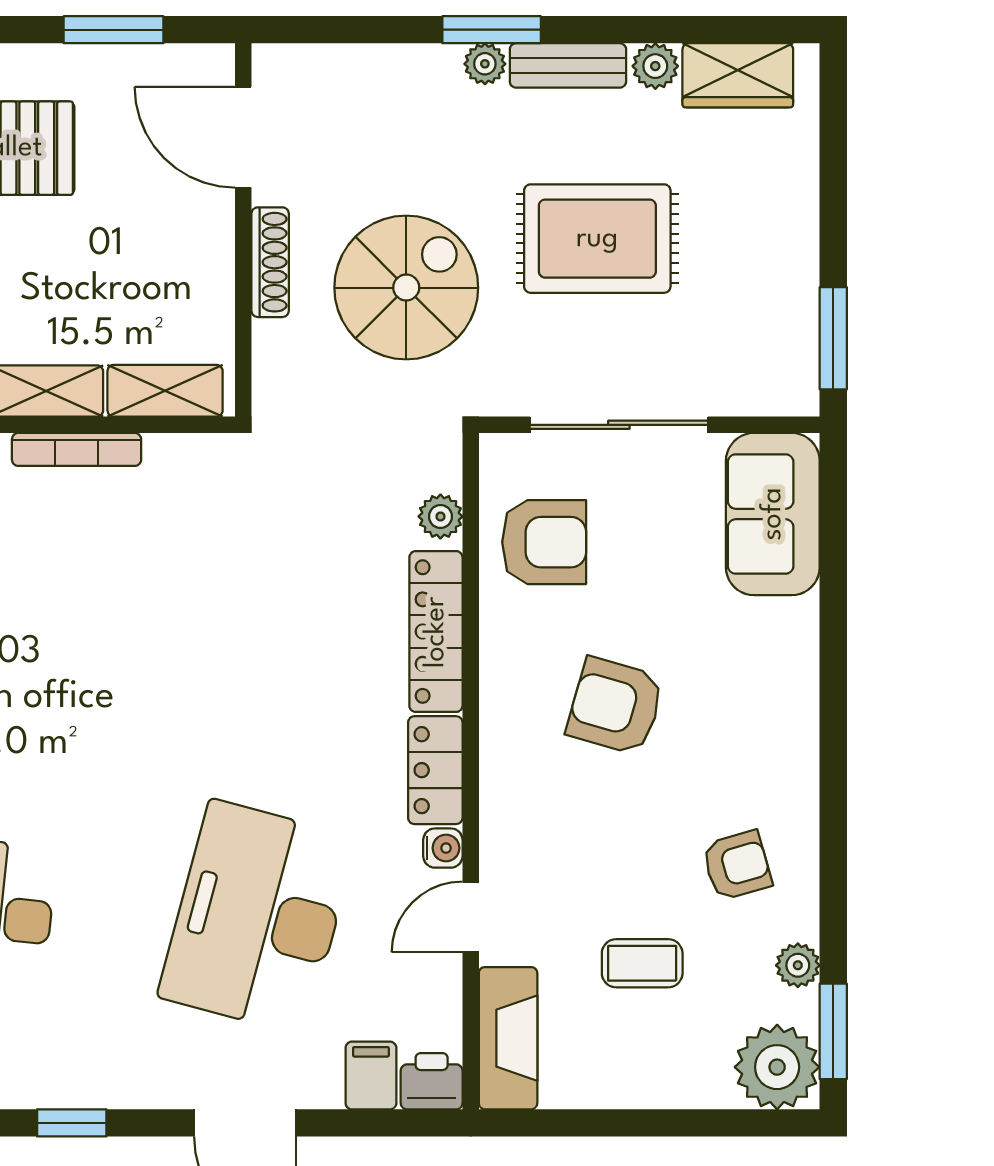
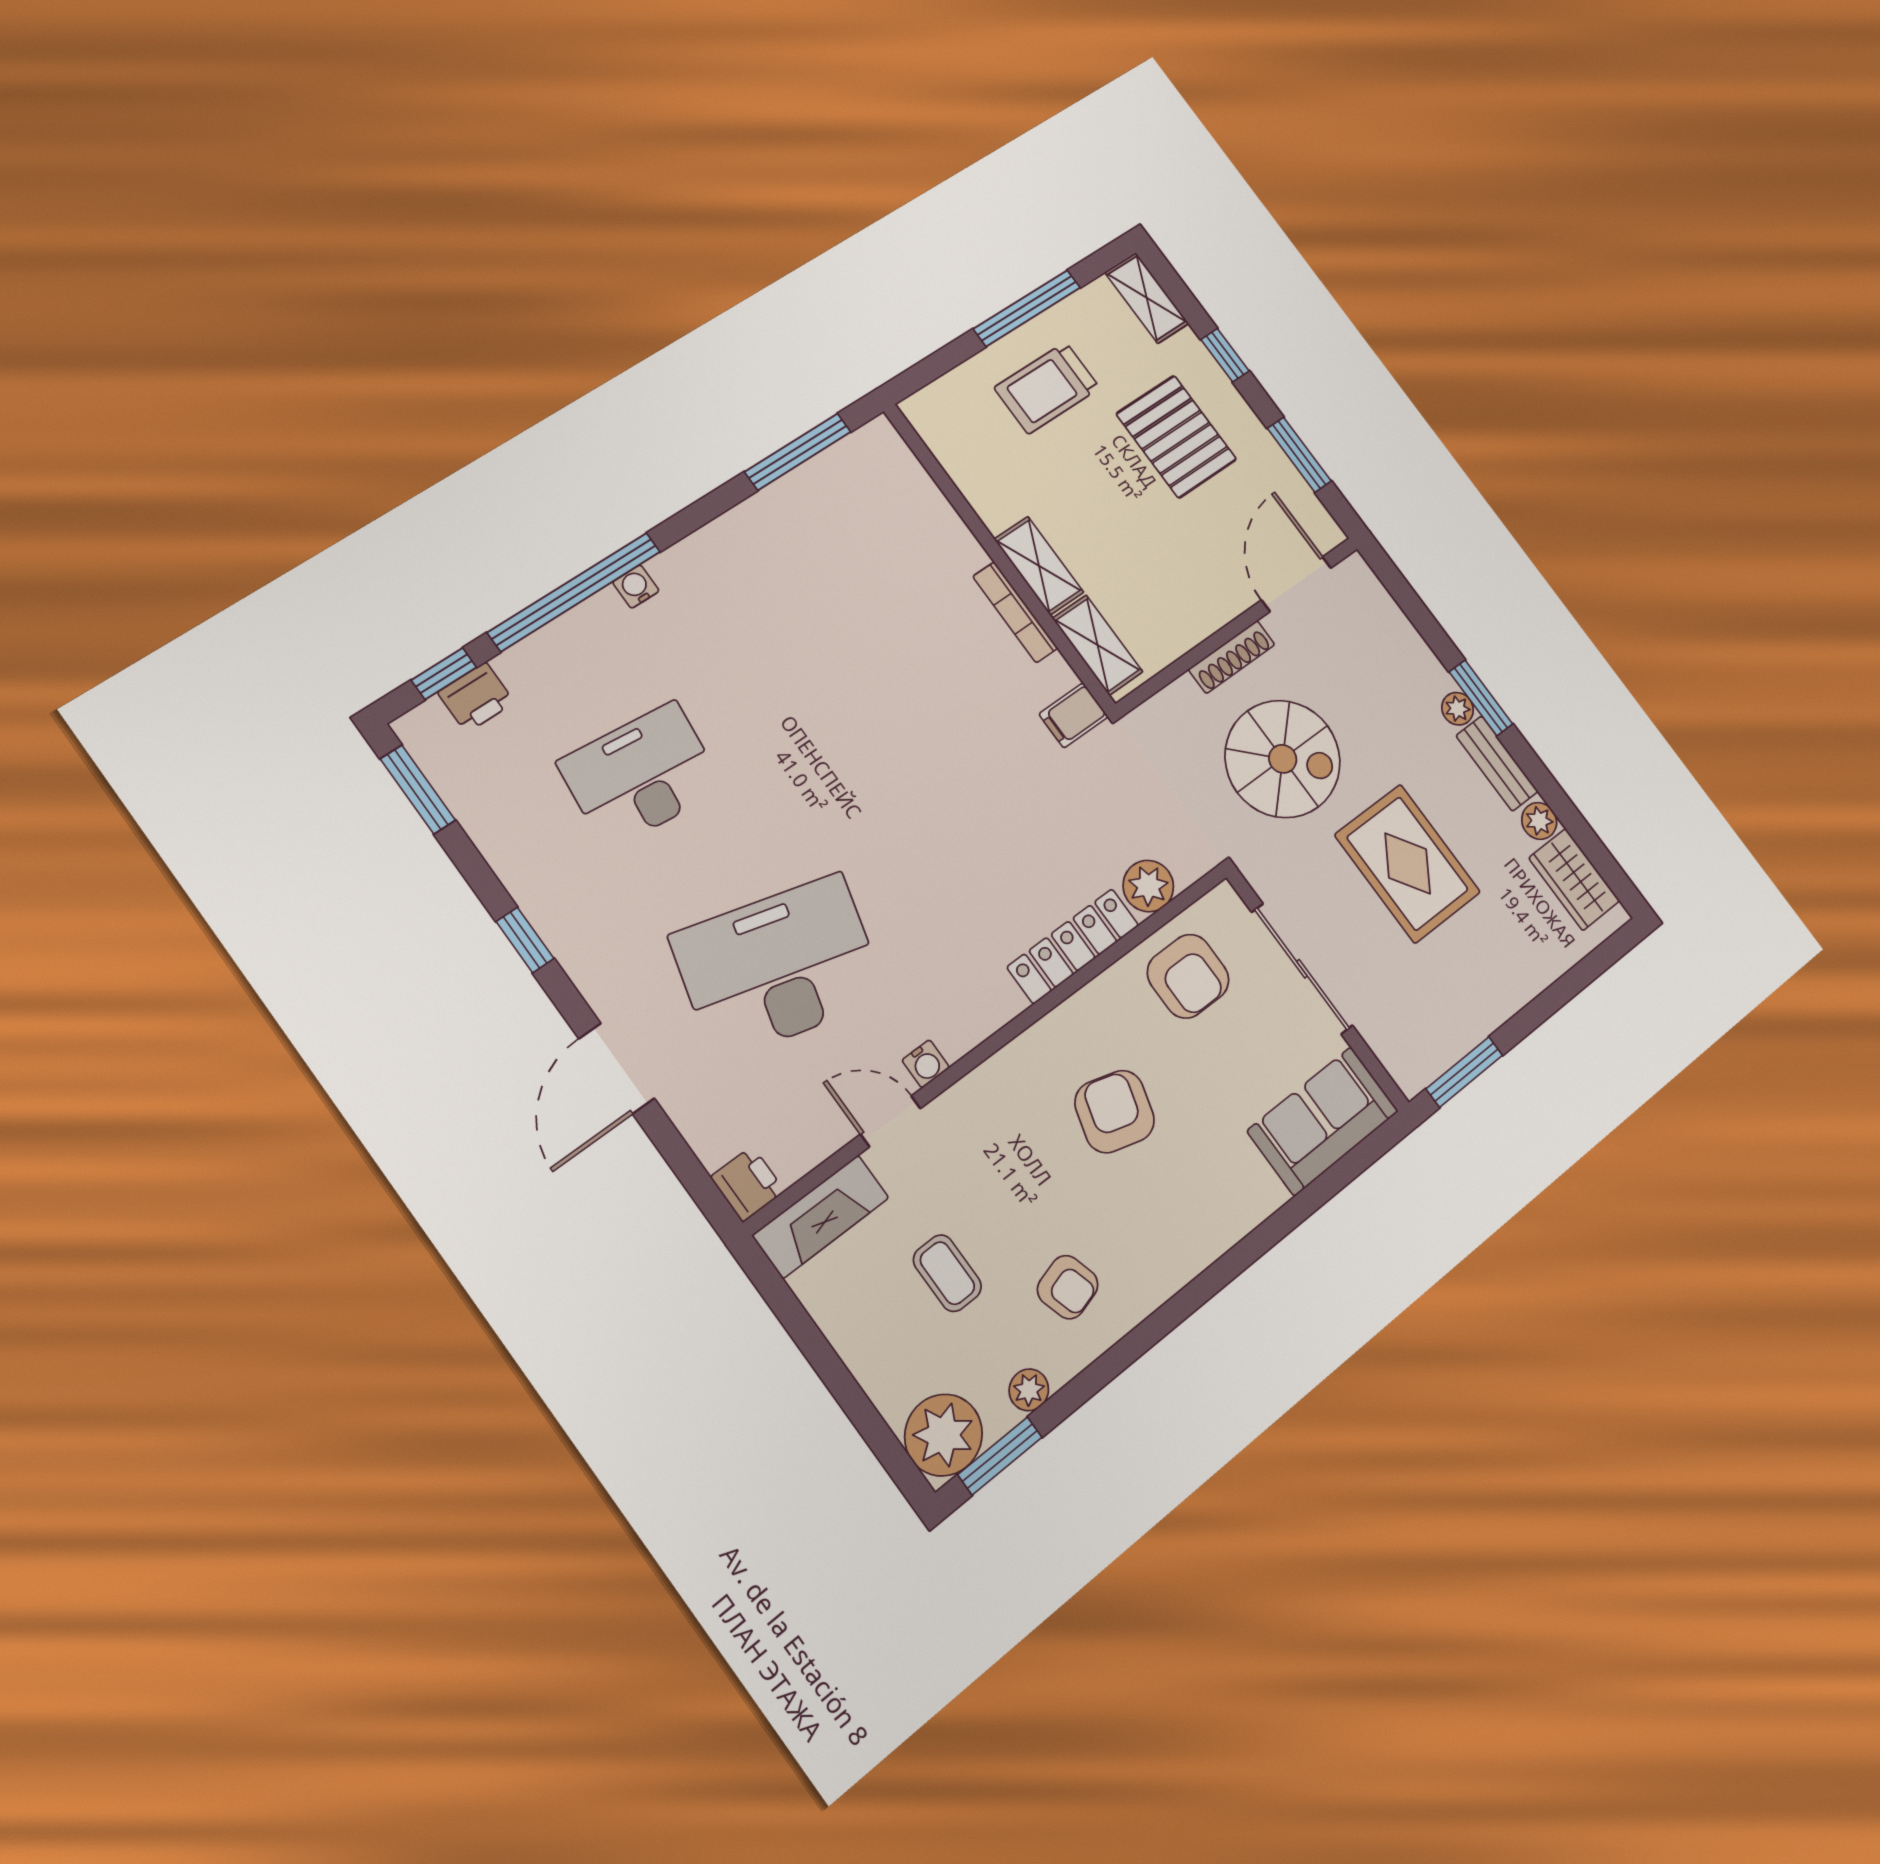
plant: (440, 516) -> (1148, 886), width x1.38, depth x1.38
locker: (435, 770) -> (977, 1017), removed
filing cabinet: (371, 1076) -> (1074, 715), moved, turned 180

